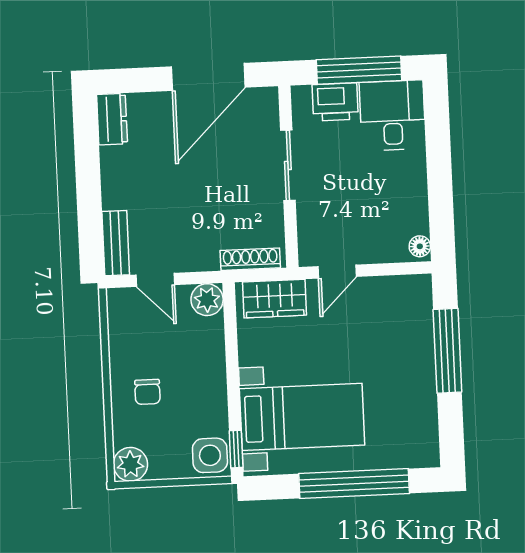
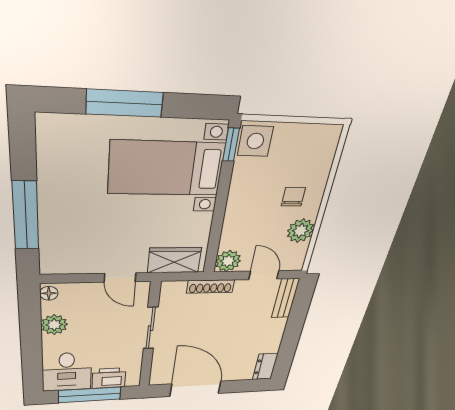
door: (208, 77) -> (195, 389), hinge flipped
sliding door: (288, 165) -> (151, 328), moved
plant: (412, 197) -> (54, 325), added
shoe rack: (250, 259) -> (211, 286), moved
door: (337, 272) -> (120, 278), swing flipped
plant: (130, 464) -> (300, 231), moved
window: (354, 484) -> (125, 103), width x0.68

